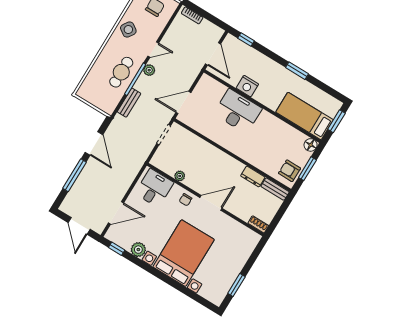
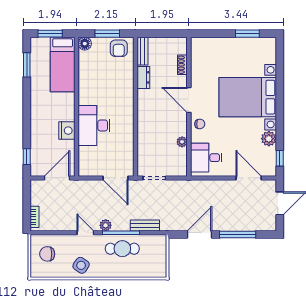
window: (297, 71) -> (27, 65), moved
shoe rack: (258, 224) -> (182, 65), moved

